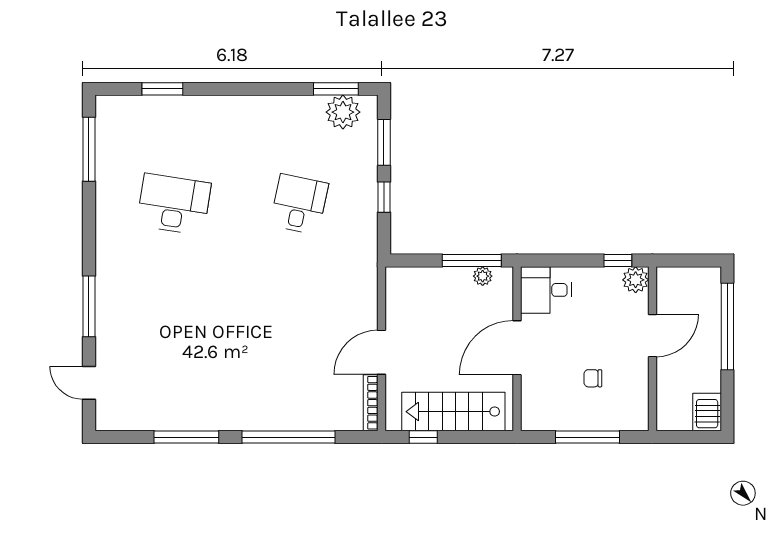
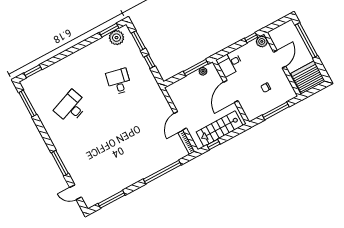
window: (162, 89) -> (33, 71), moved
desk: (174, 204) -> (71, 107), turned -30
server rack: (707, 412) -> (308, 77), width x2.18, depth x1.44
window: (186, 437) -> (112, 199), moved

